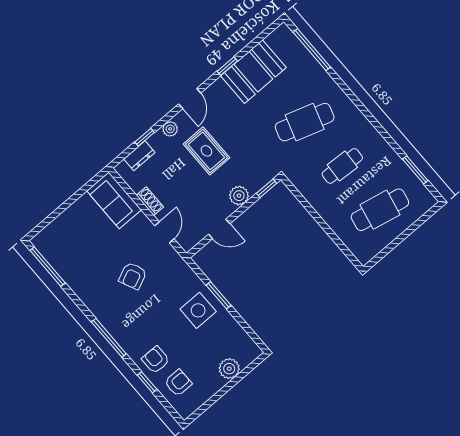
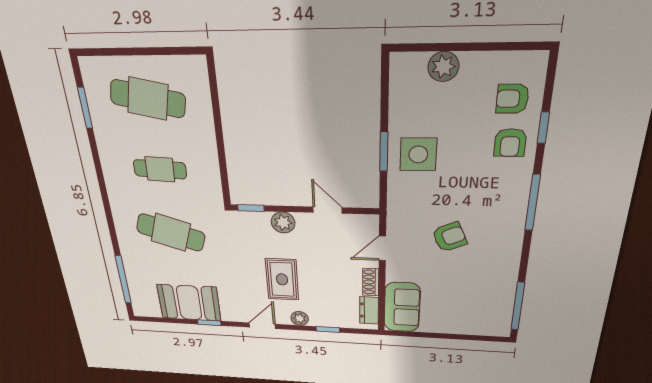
dresser: (139, 156) -> (369, 310), moved, turned -90

